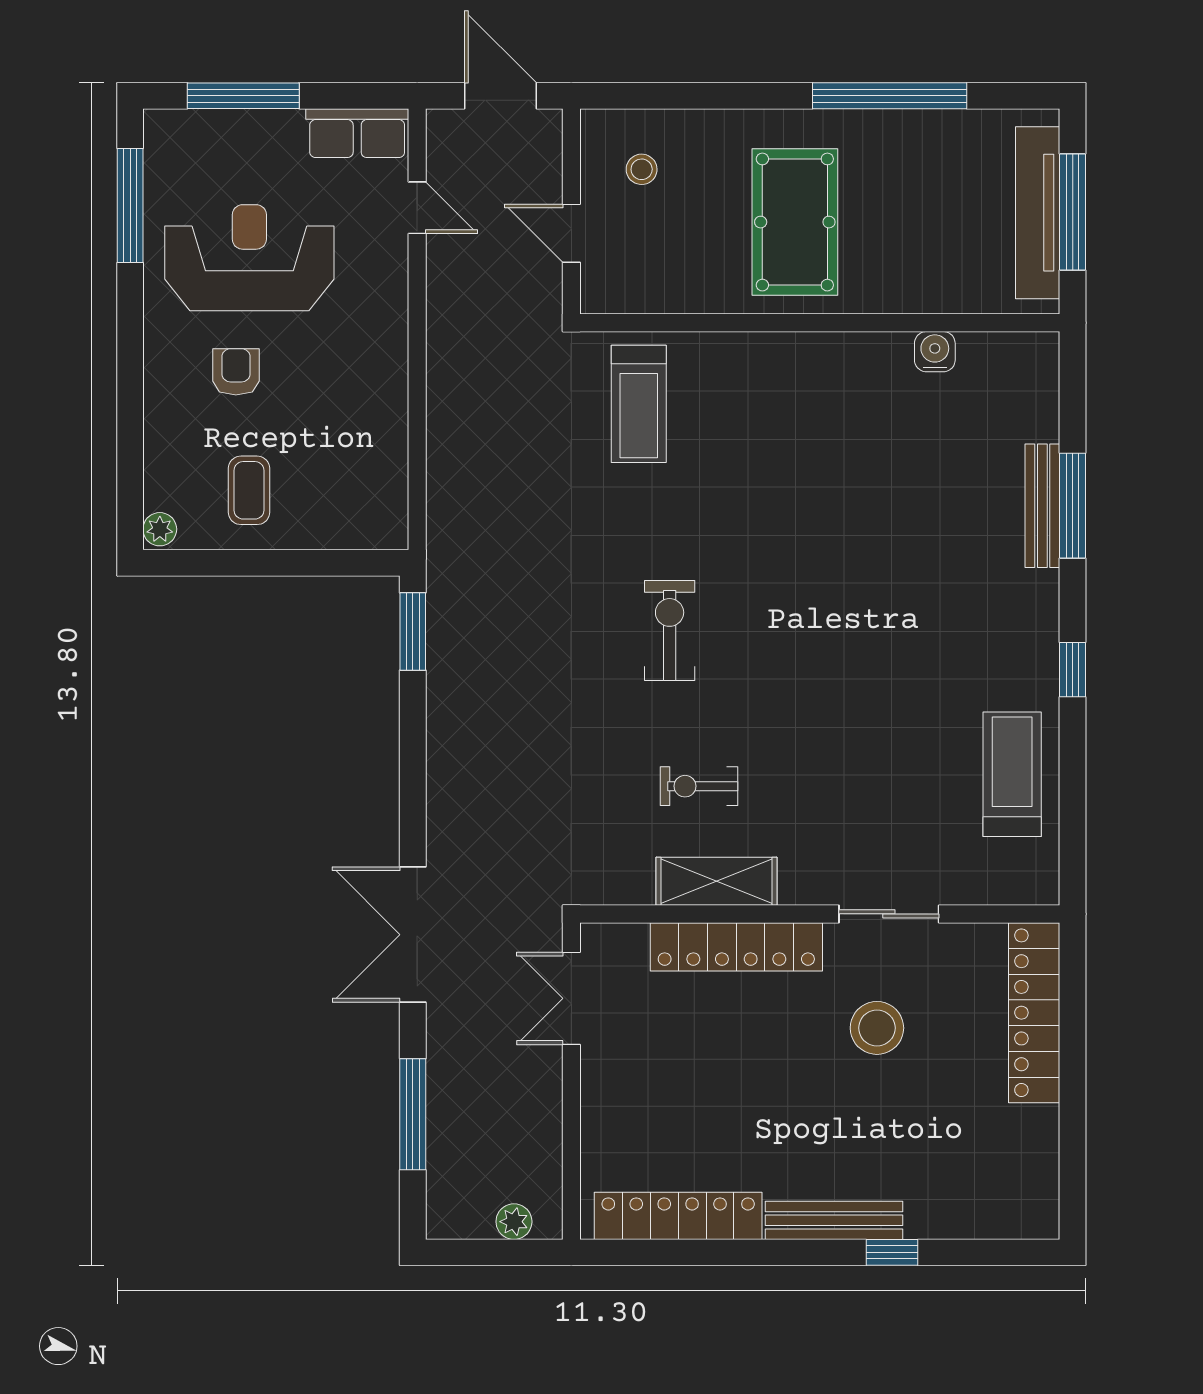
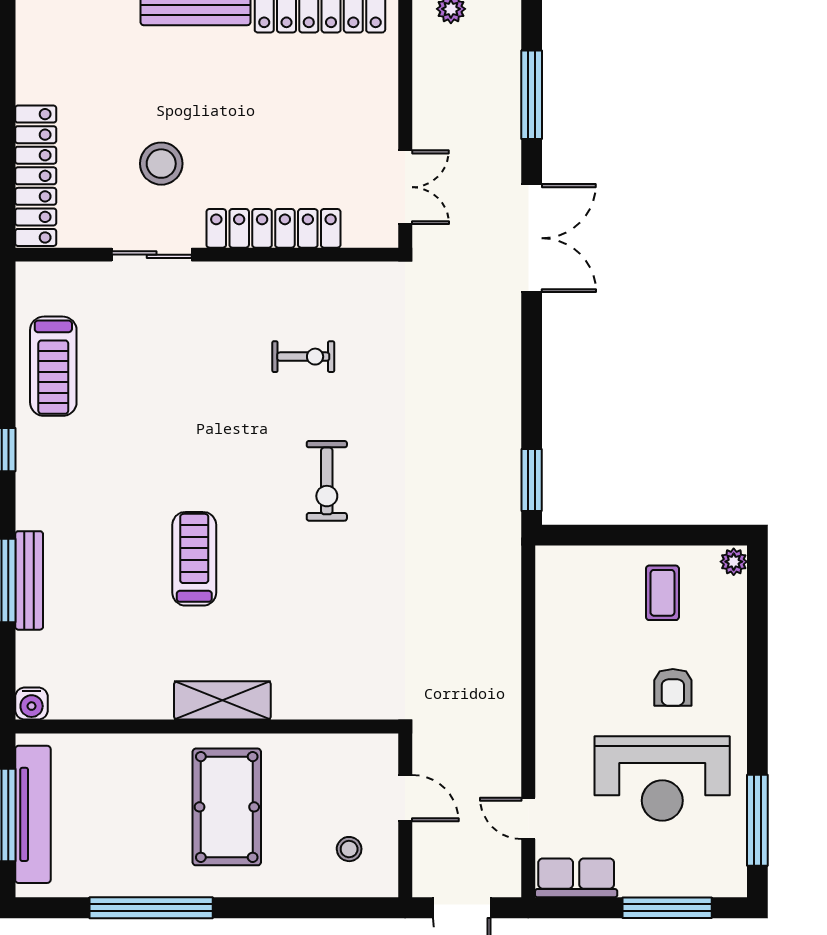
water cooler: (935, 352) -> (32, 703), moved
treadmill: (639, 404) -> (194, 559), moved
shelving: (717, 881) -> (222, 700), moved

